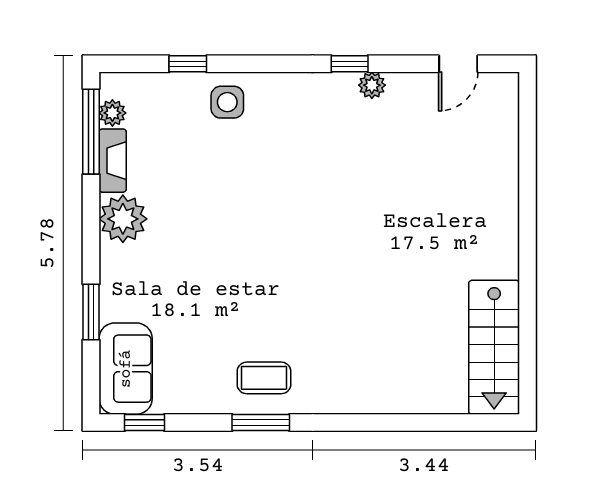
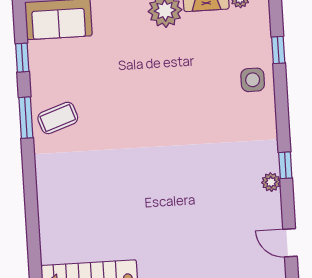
coffee table: (264, 378) -> (58, 118), turned 71
window: (144, 422) -> (22, 58), moved

